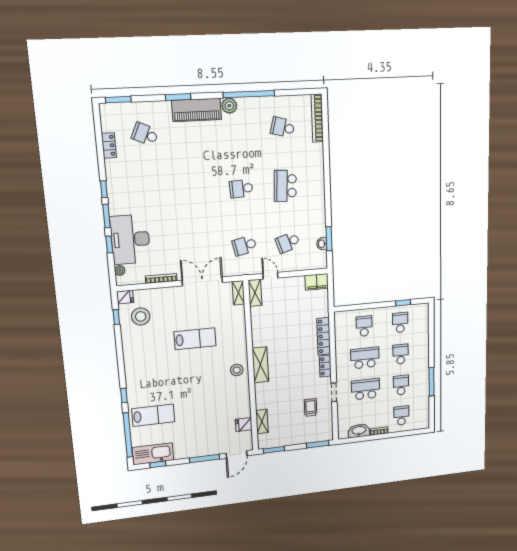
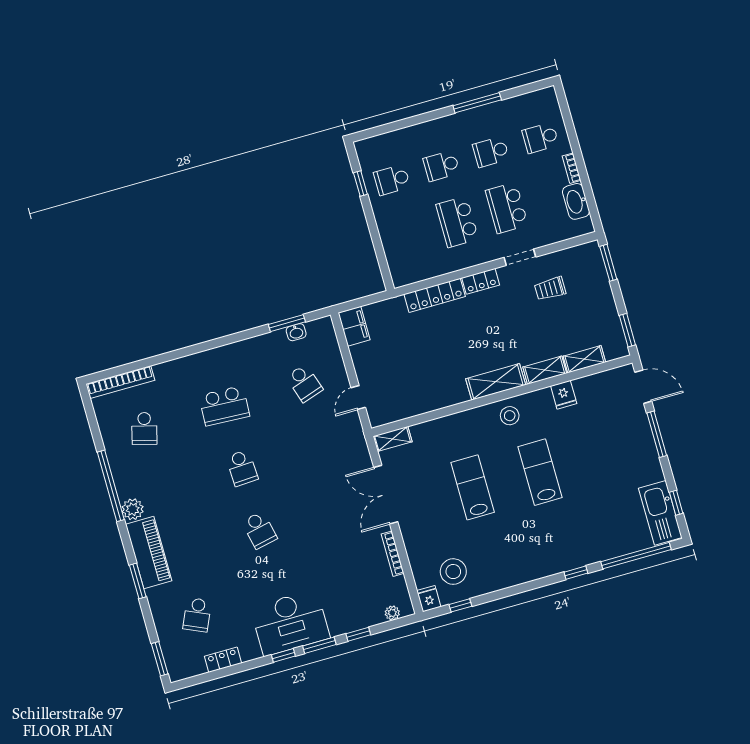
desk: (130, 239) -> (290, 623), moved
school desk: (244, 246) -> (260, 530), moved
shelving: (255, 293) -> (545, 370), moved
school desk: (364, 326) -> (408, 236), removed
lab bench: (153, 415) -> (540, 472), moved
fridge: (244, 425) -> (564, 395), moved

